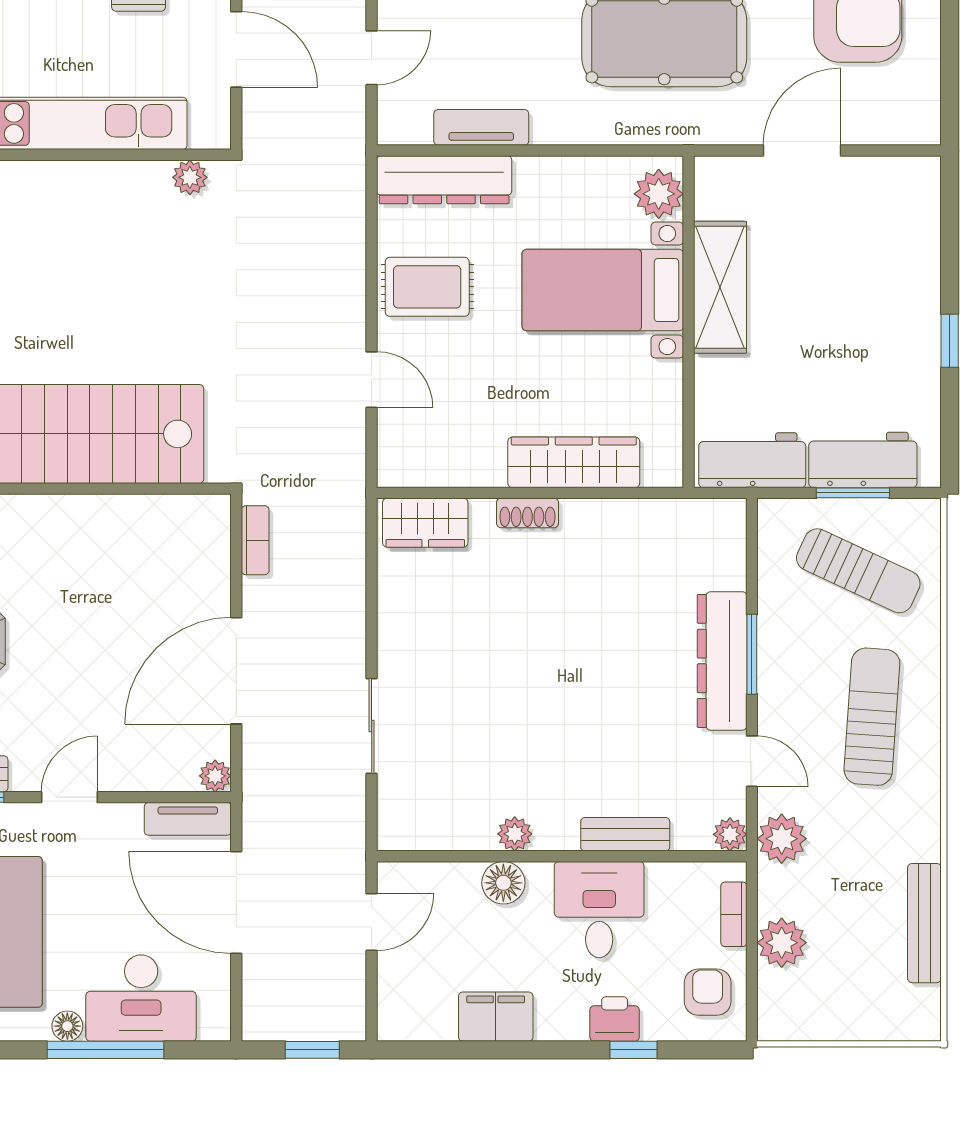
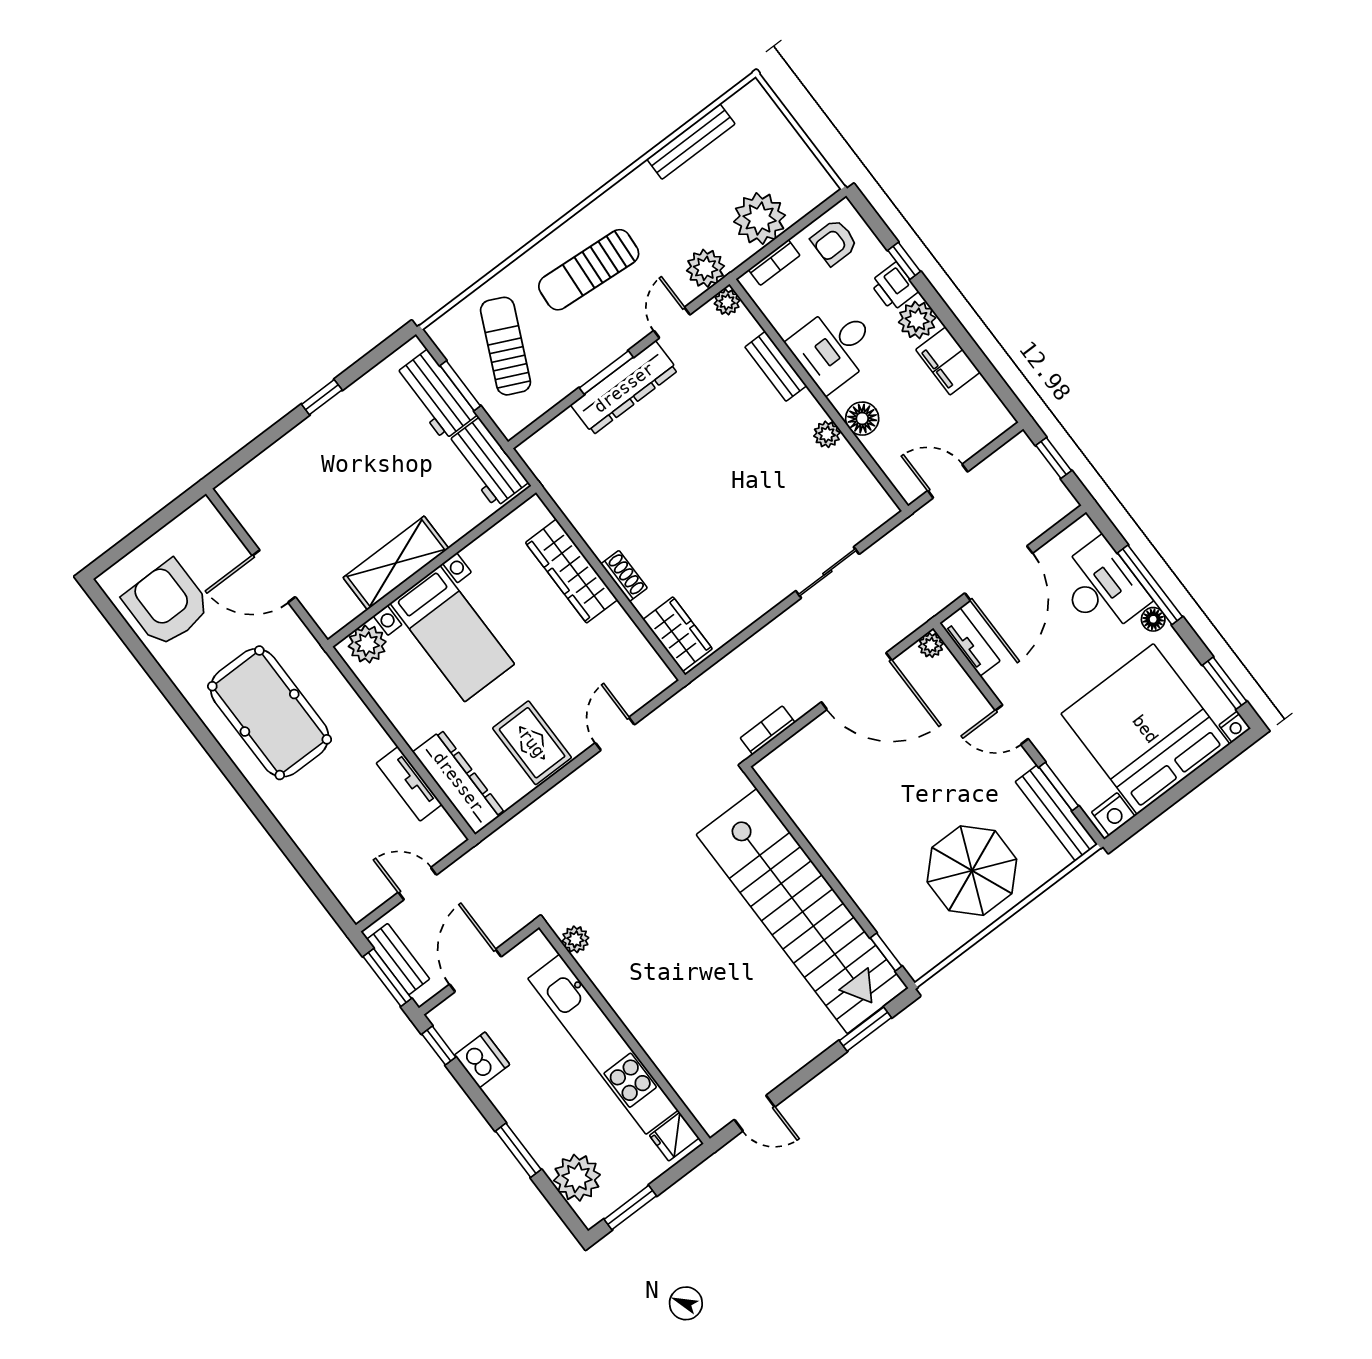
plant: (782, 943) -> (760, 219), width x1.36, depth x1.36
plant: (562, 1017) -> (917, 320), added

